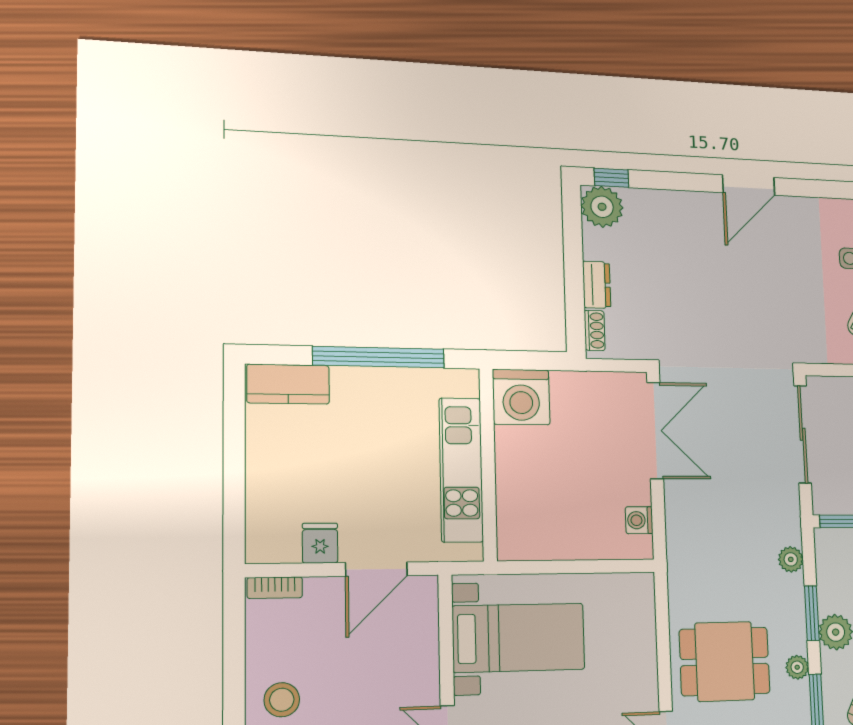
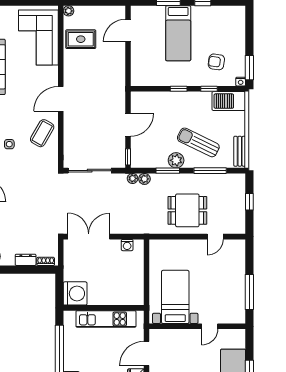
door: (376, 569) -> (146, 354), swing flipped
dining table: (725, 661) -> (187, 210), turned 90
plant: (797, 667) -> (133, 178), moved

